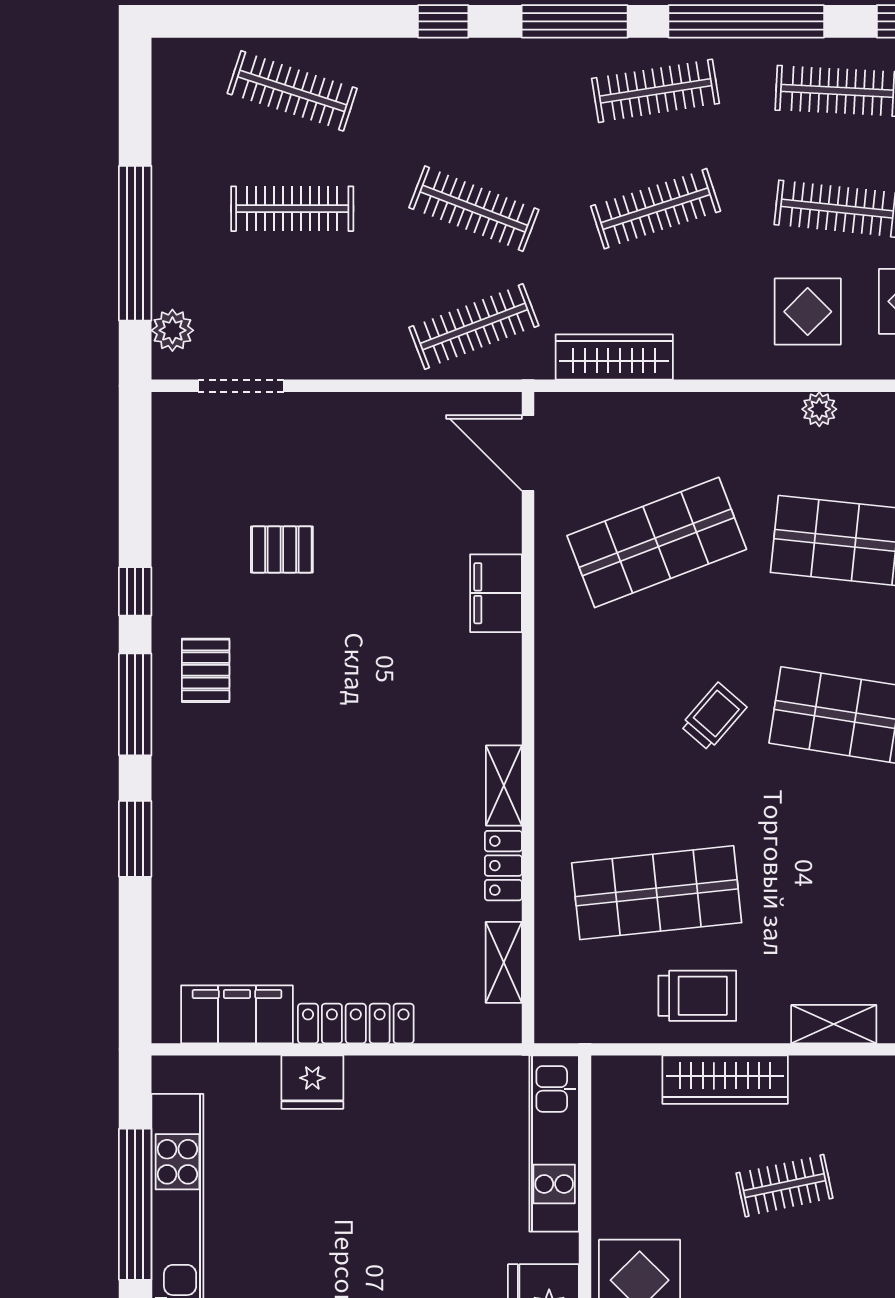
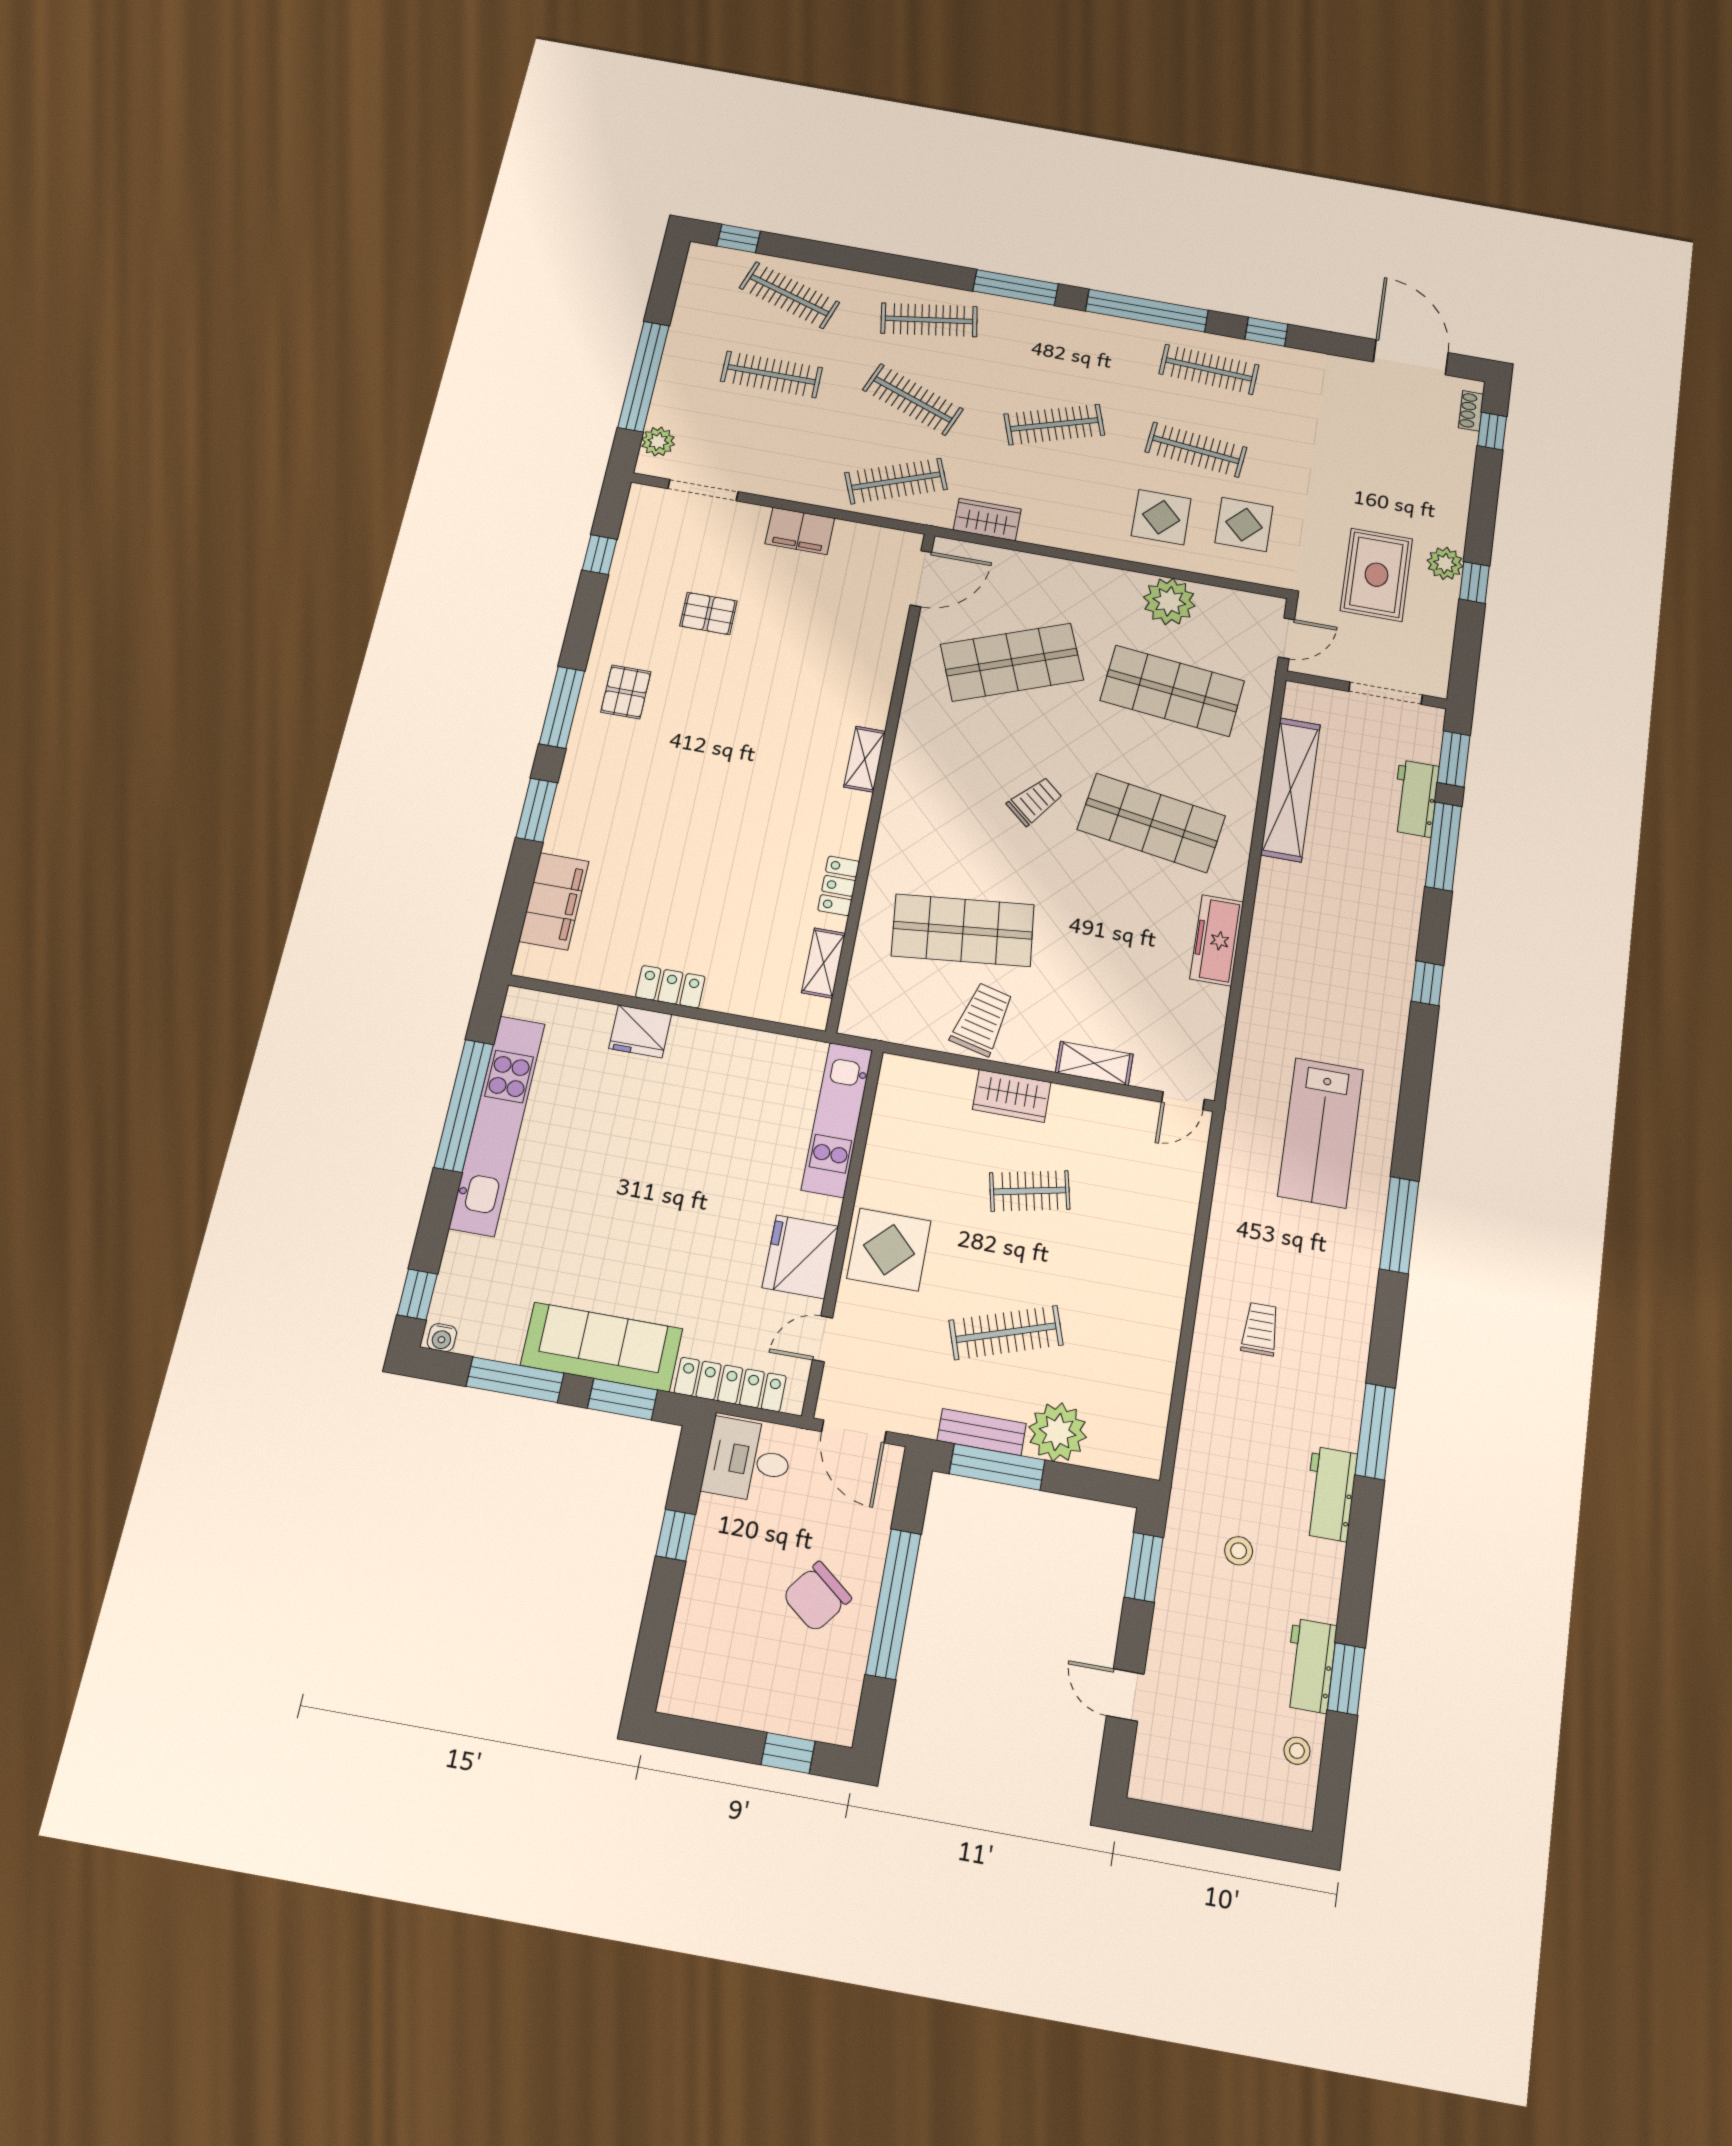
window: (443, 21) -> (739, 239), moved
clothes rail: (656, 91) -> (929, 320), moved
wardrobe: (614, 357) -> (987, 519), width x0.67
plant: (819, 409) -> (1169, 601), width x1.88, depth x1.88
door: (528, 453) -> (921, 579), swing flipped
window: (135, 591) -> (600, 555), moved
filing cabinet: (496, 593) -> (800, 531), moved, turned -90
shelving: (504, 785) -> (865, 759), moved
trolley: (697, 996) -> (982, 1019), turned -76
filing cabinet: (237, 1014) -> (554, 901), moved, turned 90
locker: (356, 1024) -> (670, 987), width x0.66
wardrobe: (725, 1080) -> (1012, 1096), width x0.67

